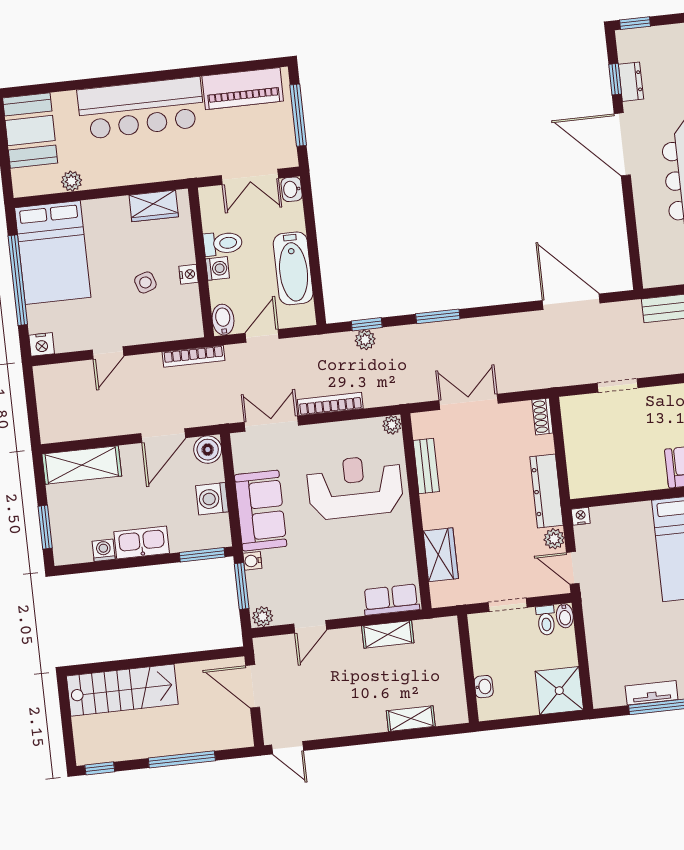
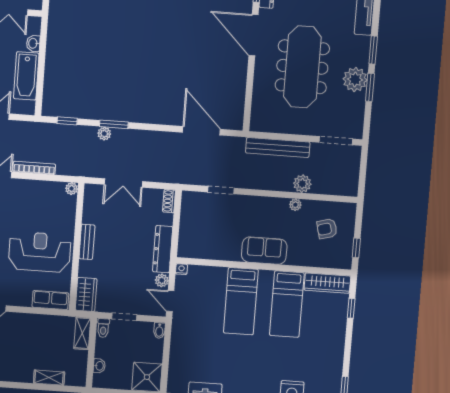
washbasin: (292, 189) -> (33, 43), moved
plant: (365, 340) -> (104, 134), moved
double door: (469, 402) -> (123, 183), swing flipped
bench: (426, 466) -> (87, 242), moved
reception desk: (355, 487) -> (40, 252), moved
wardrobe: (441, 555) -> (86, 294), moved
toilet: (546, 620) -> (103, 328), moved
shelving: (388, 634) -> (82, 333), moved, turned 90

